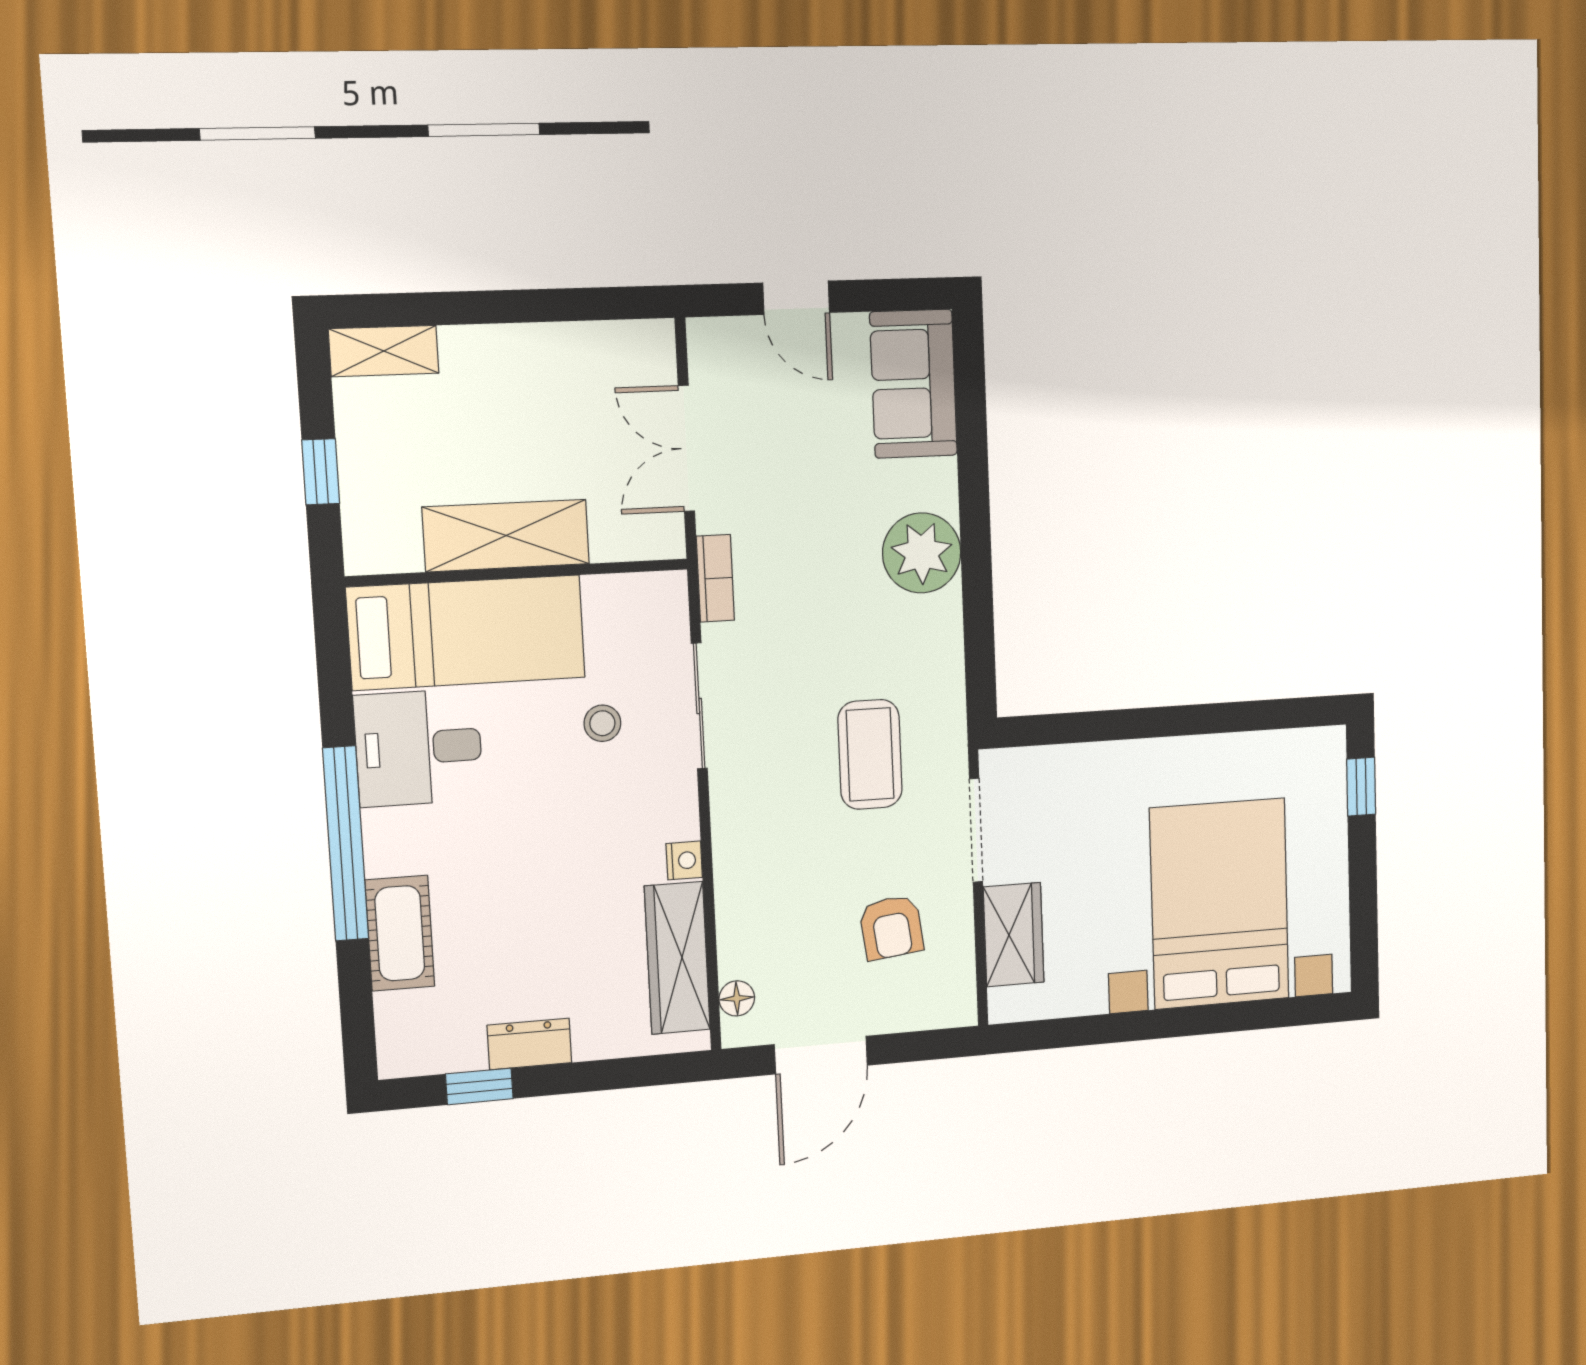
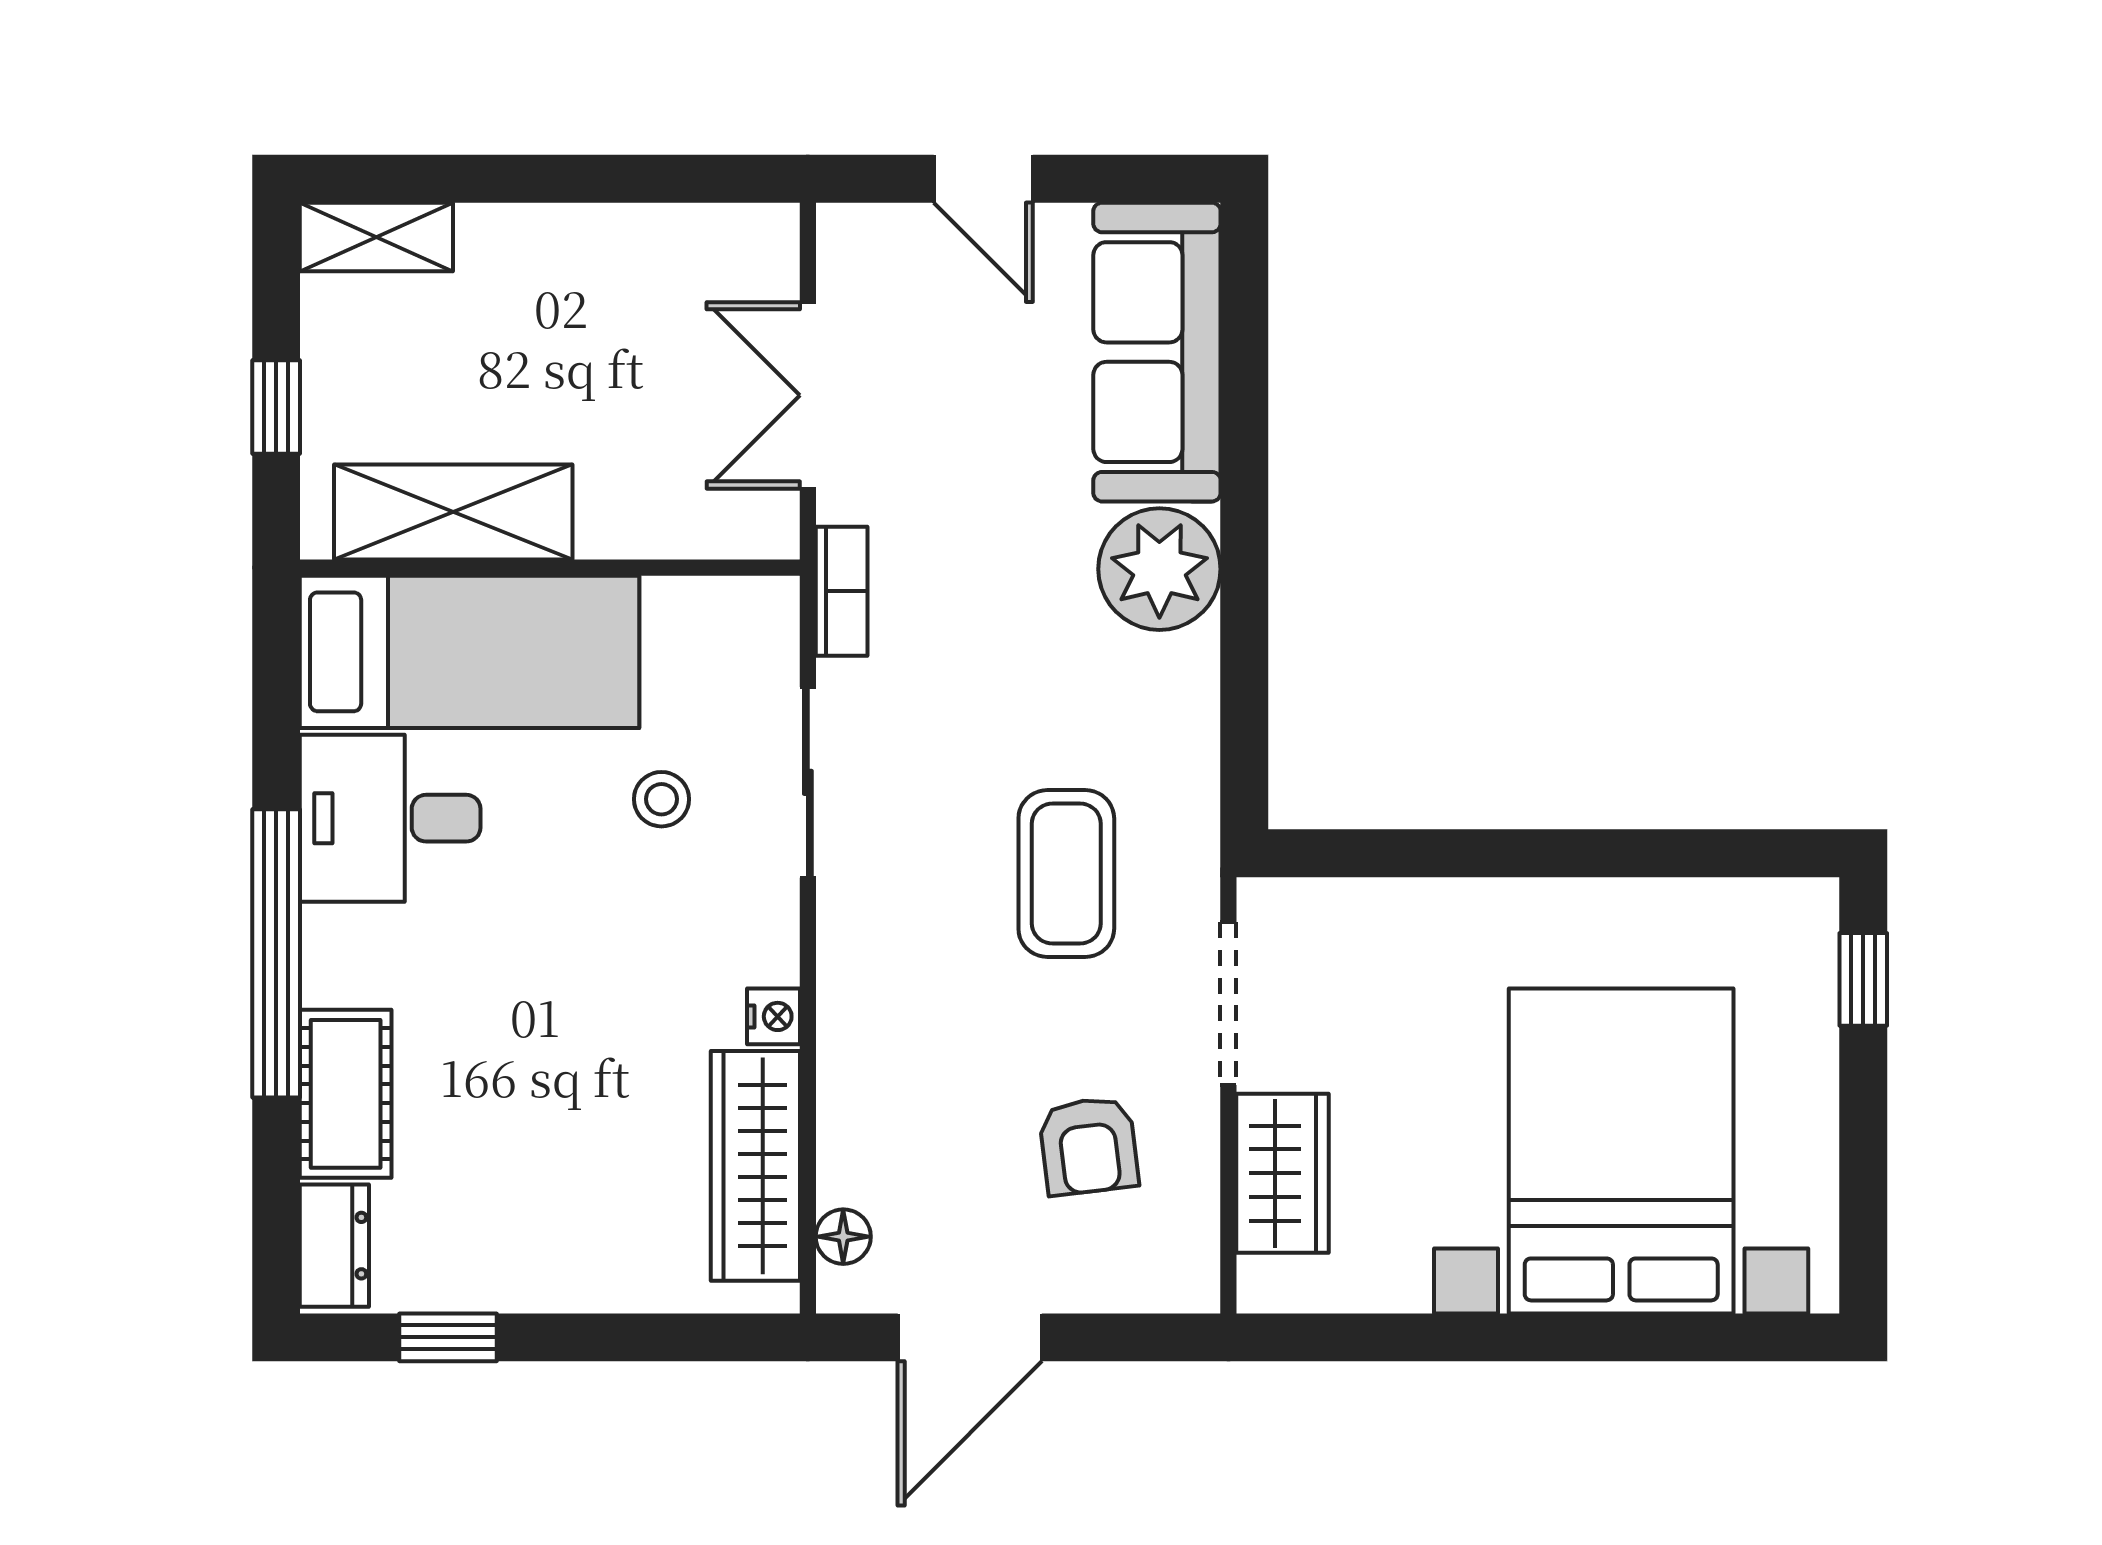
sofa: (914, 384) -> (1157, 352), width x1.36
shelving: (506, 536) -> (453, 512), moved
dresser: (529, 1044) -> (334, 1246), moved, turned 90

